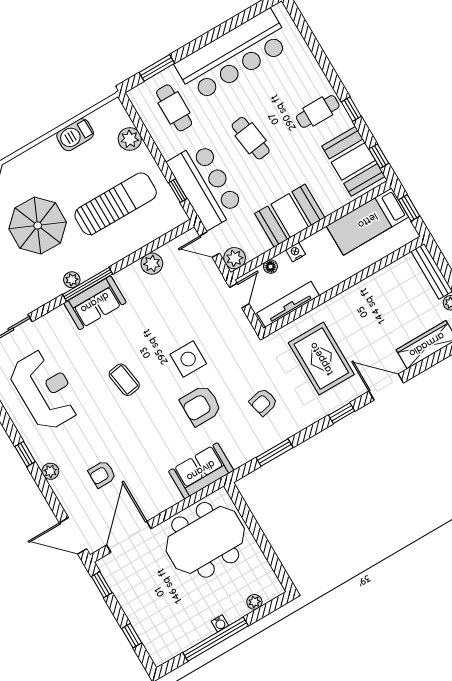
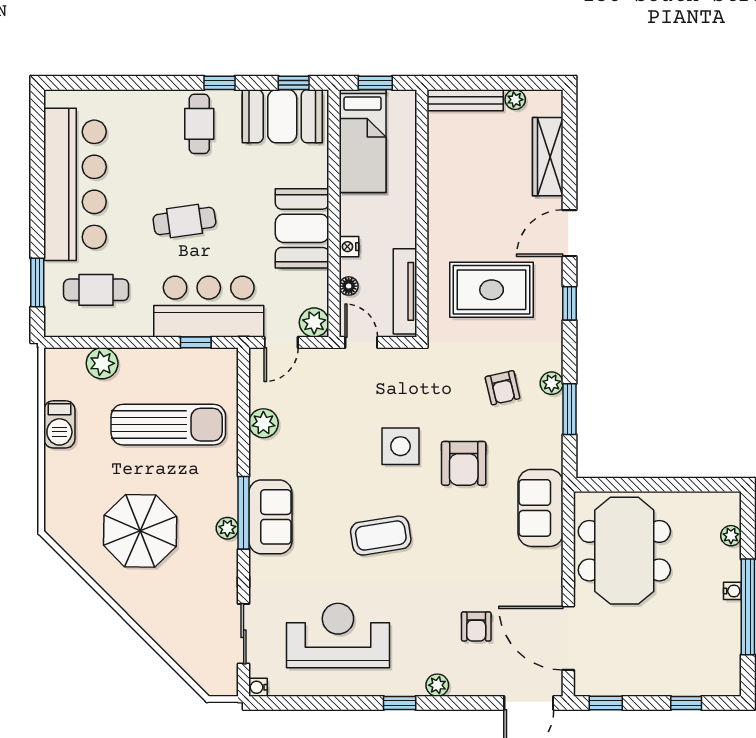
sun lounger: (116, 204) -> (168, 425), turned 90
coffee table: (124, 380) -> (381, 536), width x1.36, depth x1.30
plant: (284, 431) -> (552, 383), added

